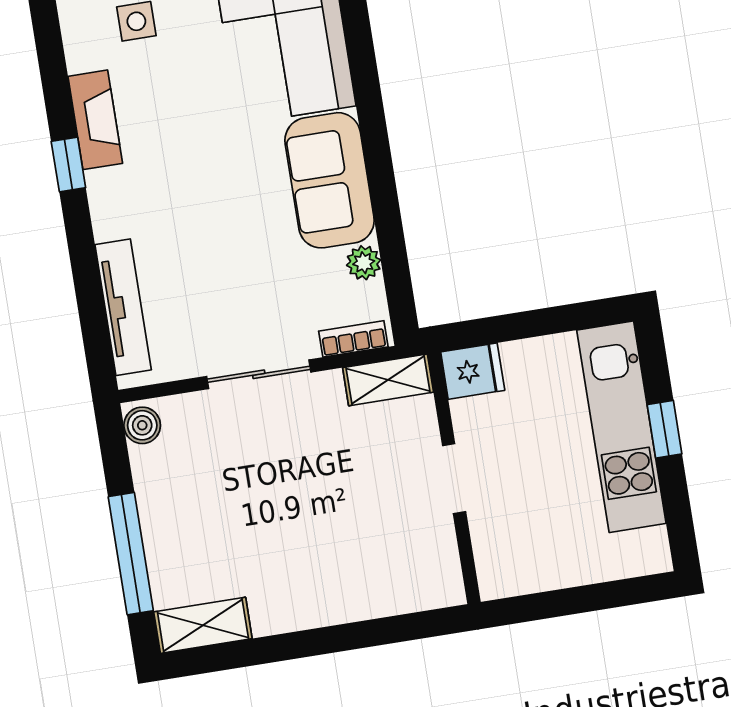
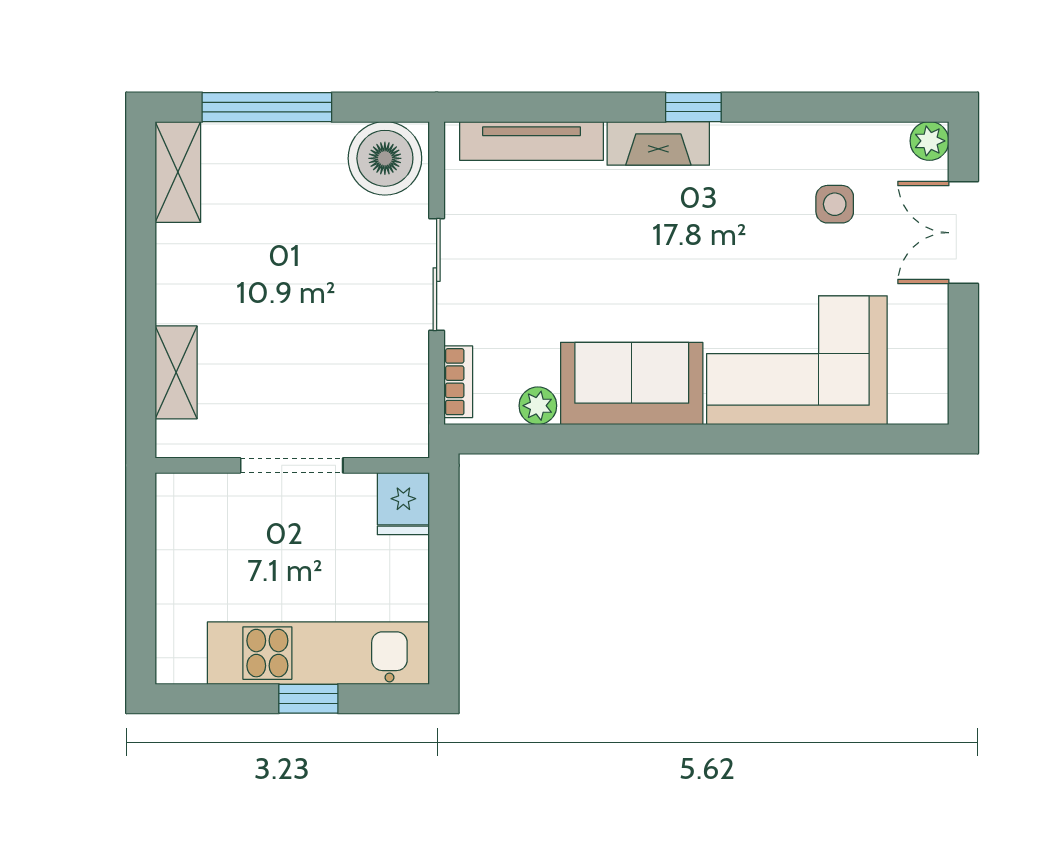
fireplace: (95, 120) -> (658, 143), moved
shelving: (388, 380) -> (176, 372), moved
boiler: (142, 425) -> (385, 158), width x1.86, depth x1.86
doorway: (454, 479) -> (292, 465), width x1.38

